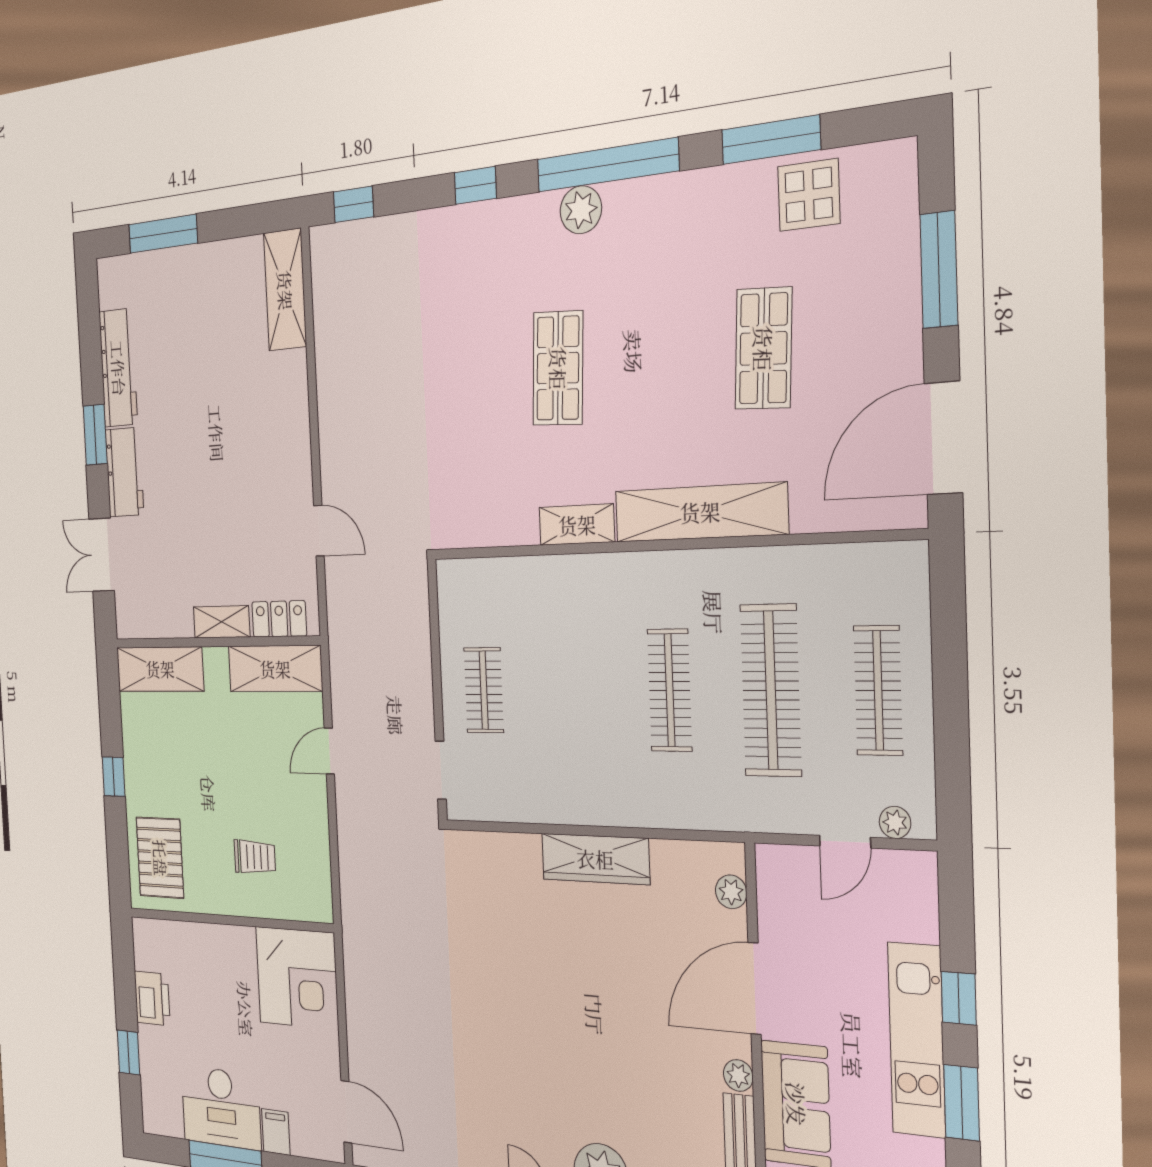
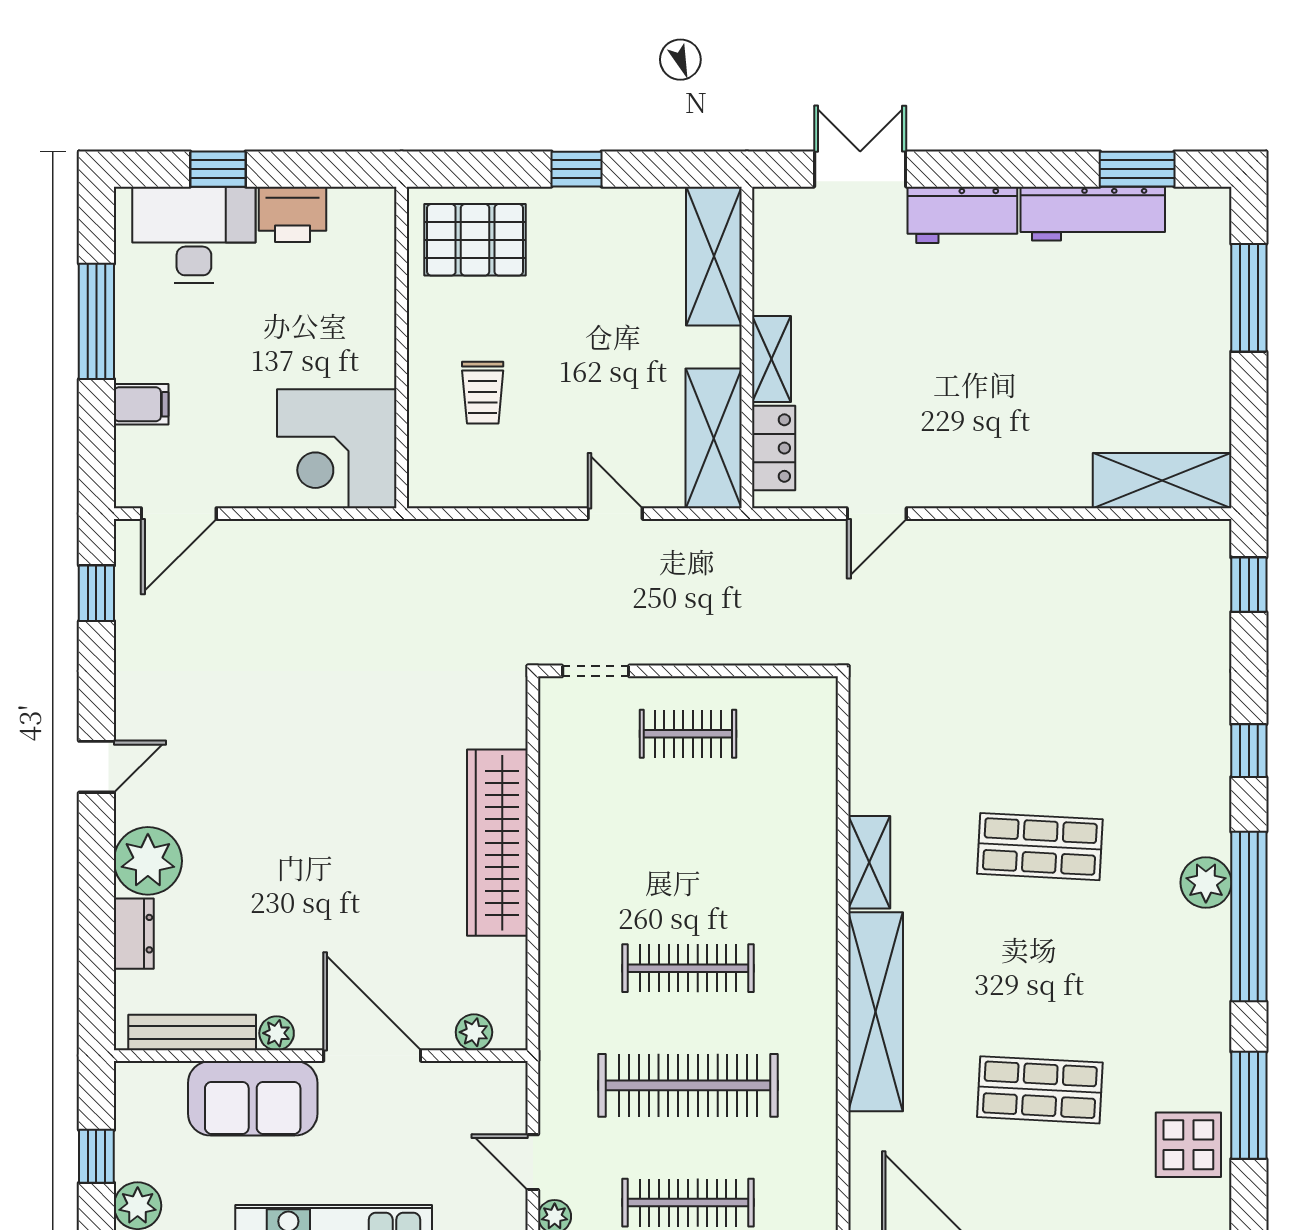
window: (95, 435) -> (1137, 169), moved
wardrobe: (595, 859) -> (497, 843), width x1.40, depth x1.17
desk: (221, 1108) -> (194, 235), moved, turned 90

